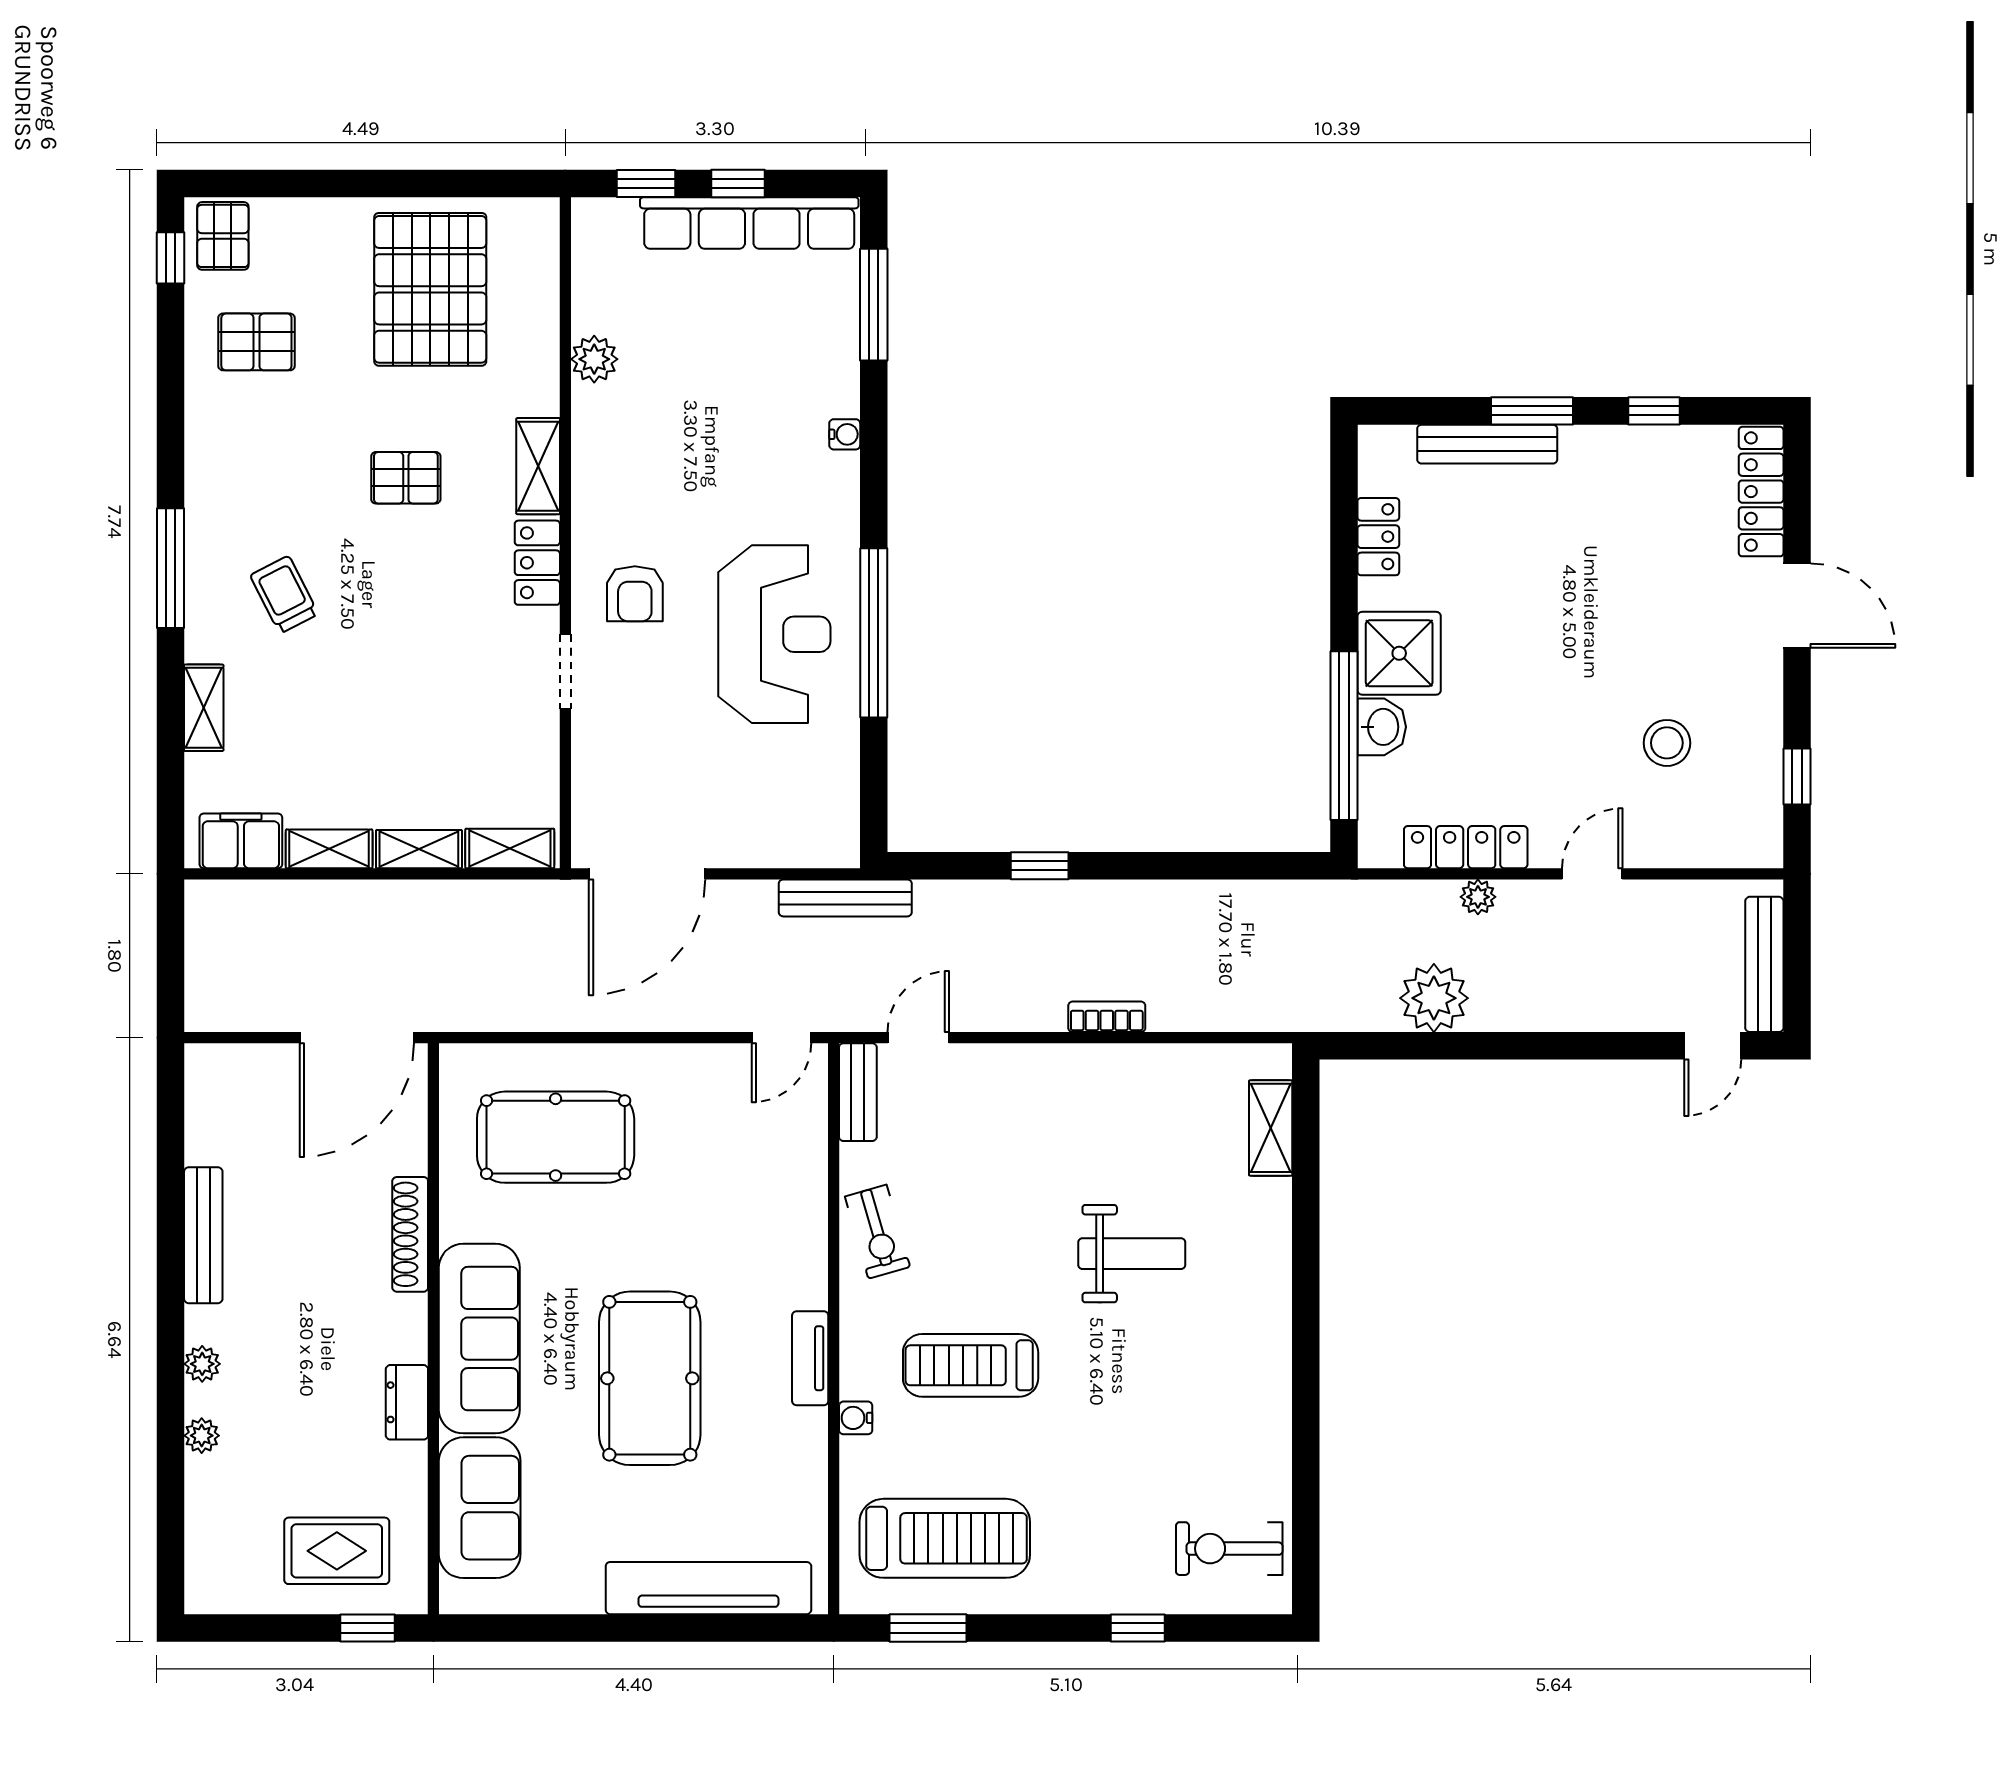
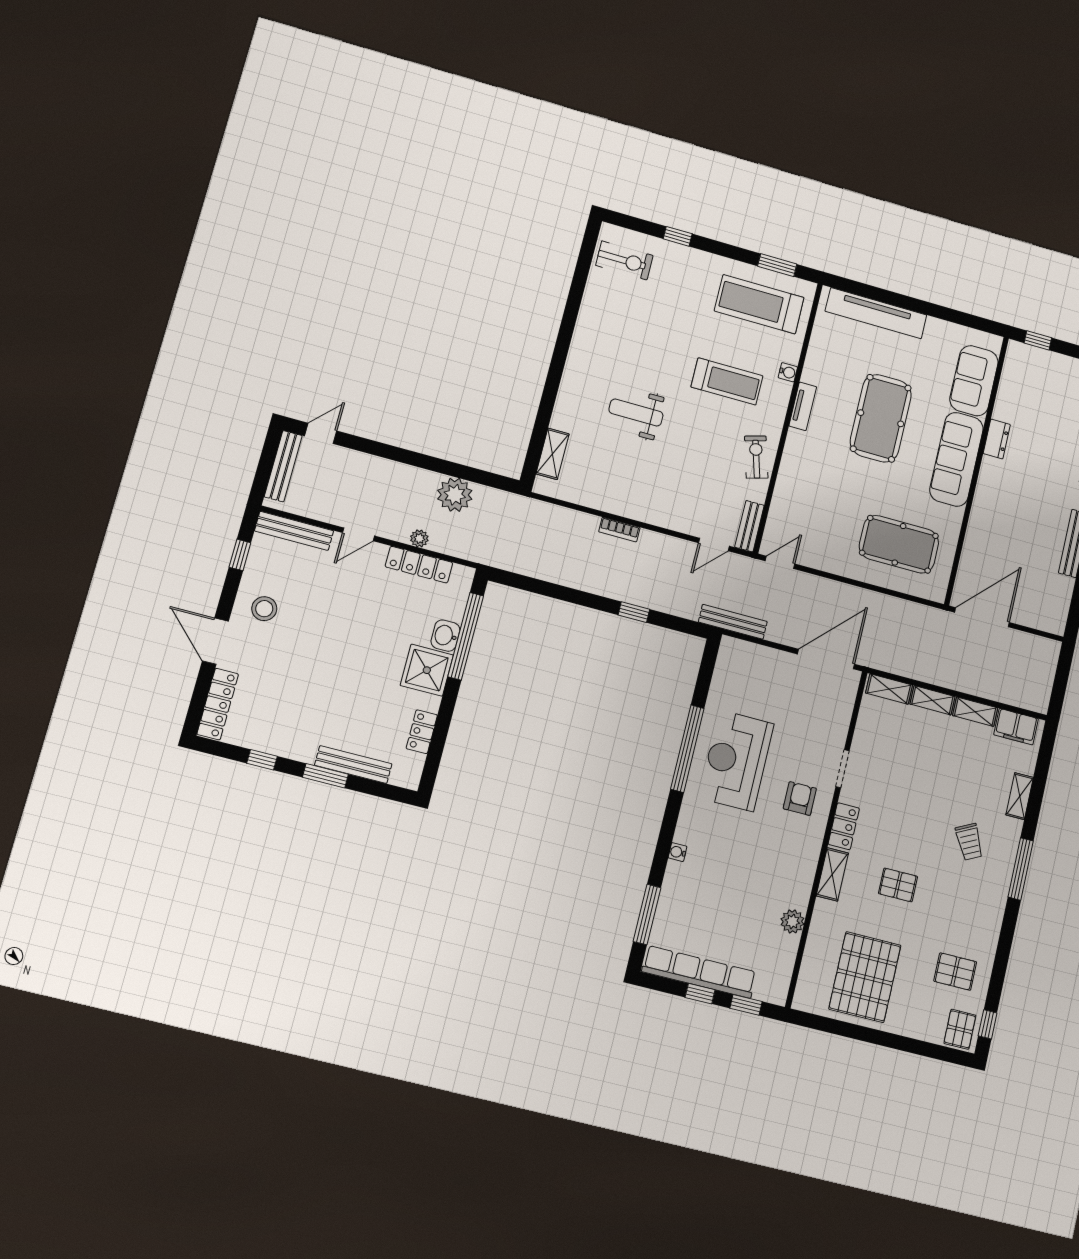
stool: (1667, 743) -> (264, 609), moved
bench: (1711, 848) -> (294, 531), added
shoe rack: (410, 1234) -> (978, 517), removed
rug: (337, 1551) -> (1044, 380), removed

